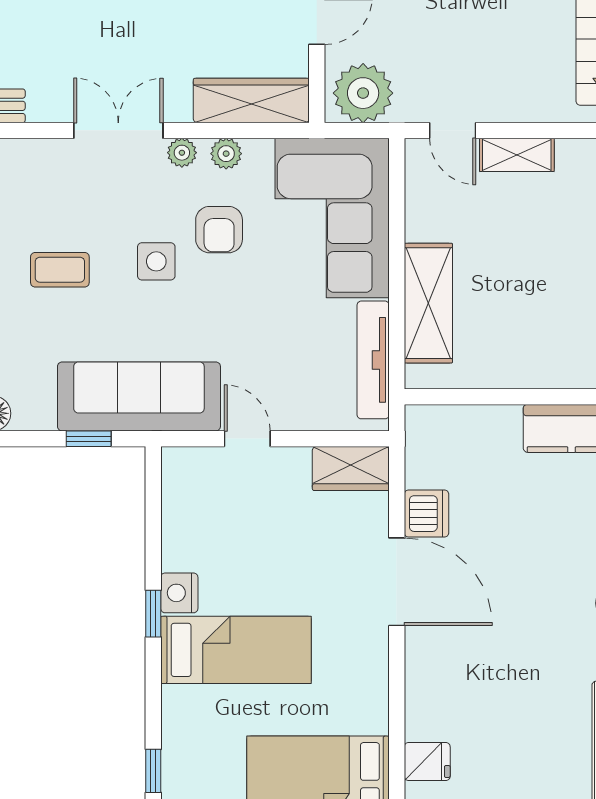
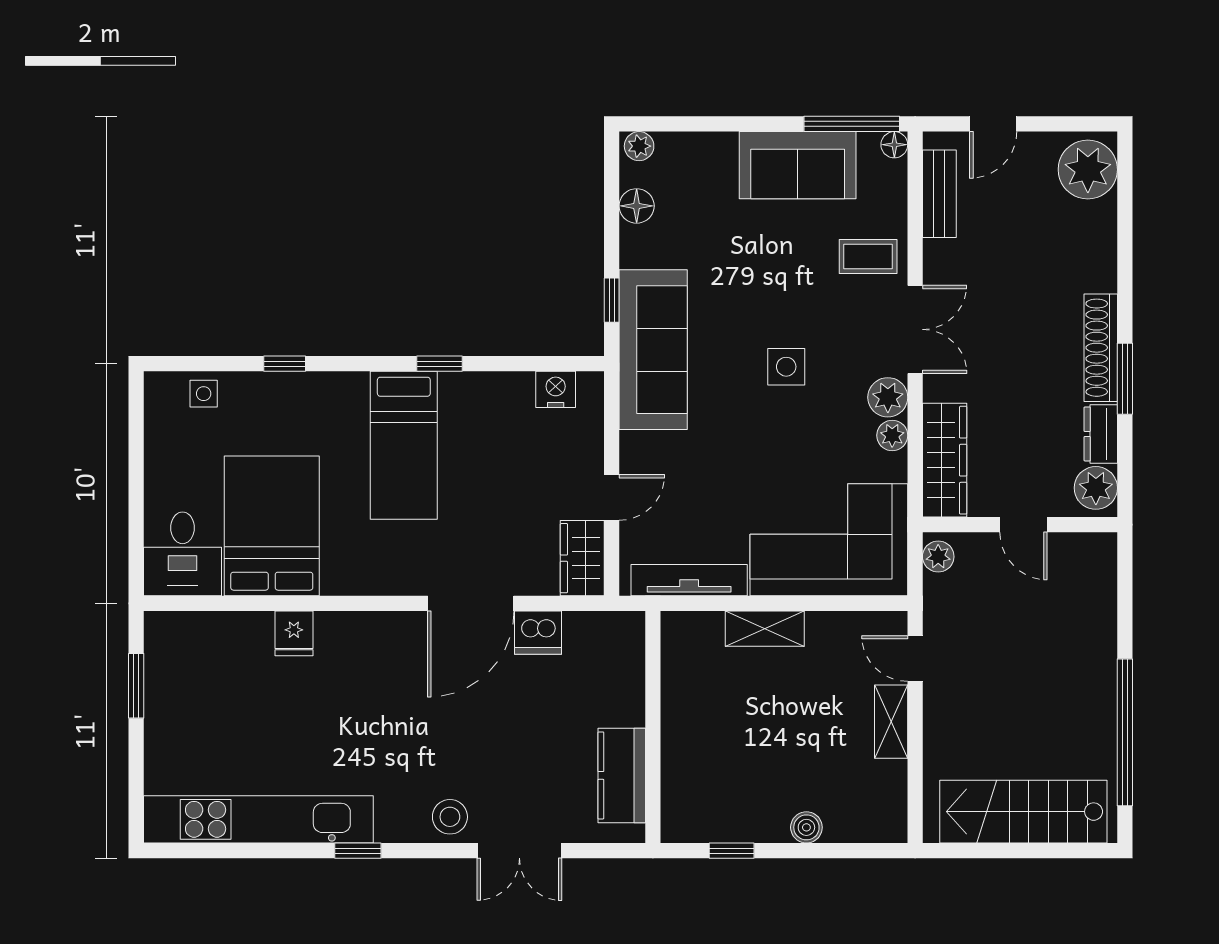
plant: (363, 93) -> (938, 557), width x0.53, depth x0.53
door: (453, 130) -> (915, 658), hinge flipped
plant: (182, 153) -> (888, 397), width x1.38, depth x1.38
armchair: (219, 230) -> (817, 429), removed
coffee table: (60, 270) -> (868, 257), moved, turned 90
shelving: (428, 303) -> (765, 629), width x0.67, depth x0.75
door: (247, 439) -> (612, 497), moved
nightstand: (179, 593) -> (556, 389), moved

